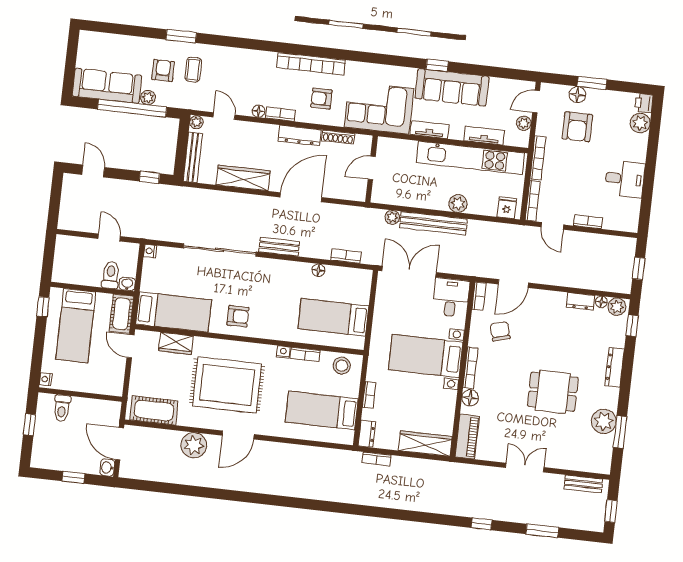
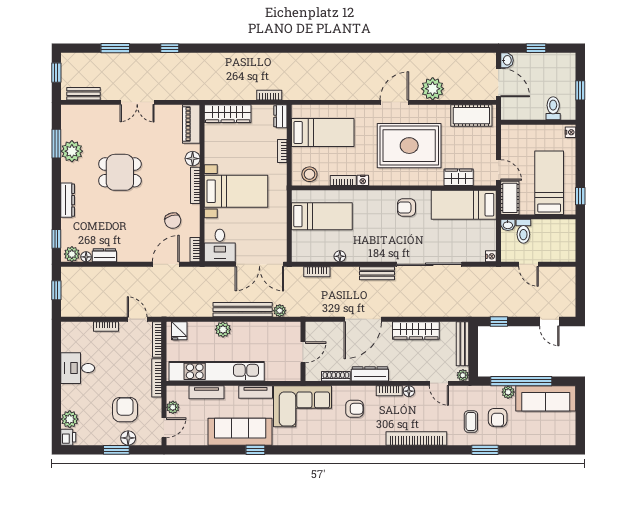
bookcase: (311, 64) -> (416, 438), moved

